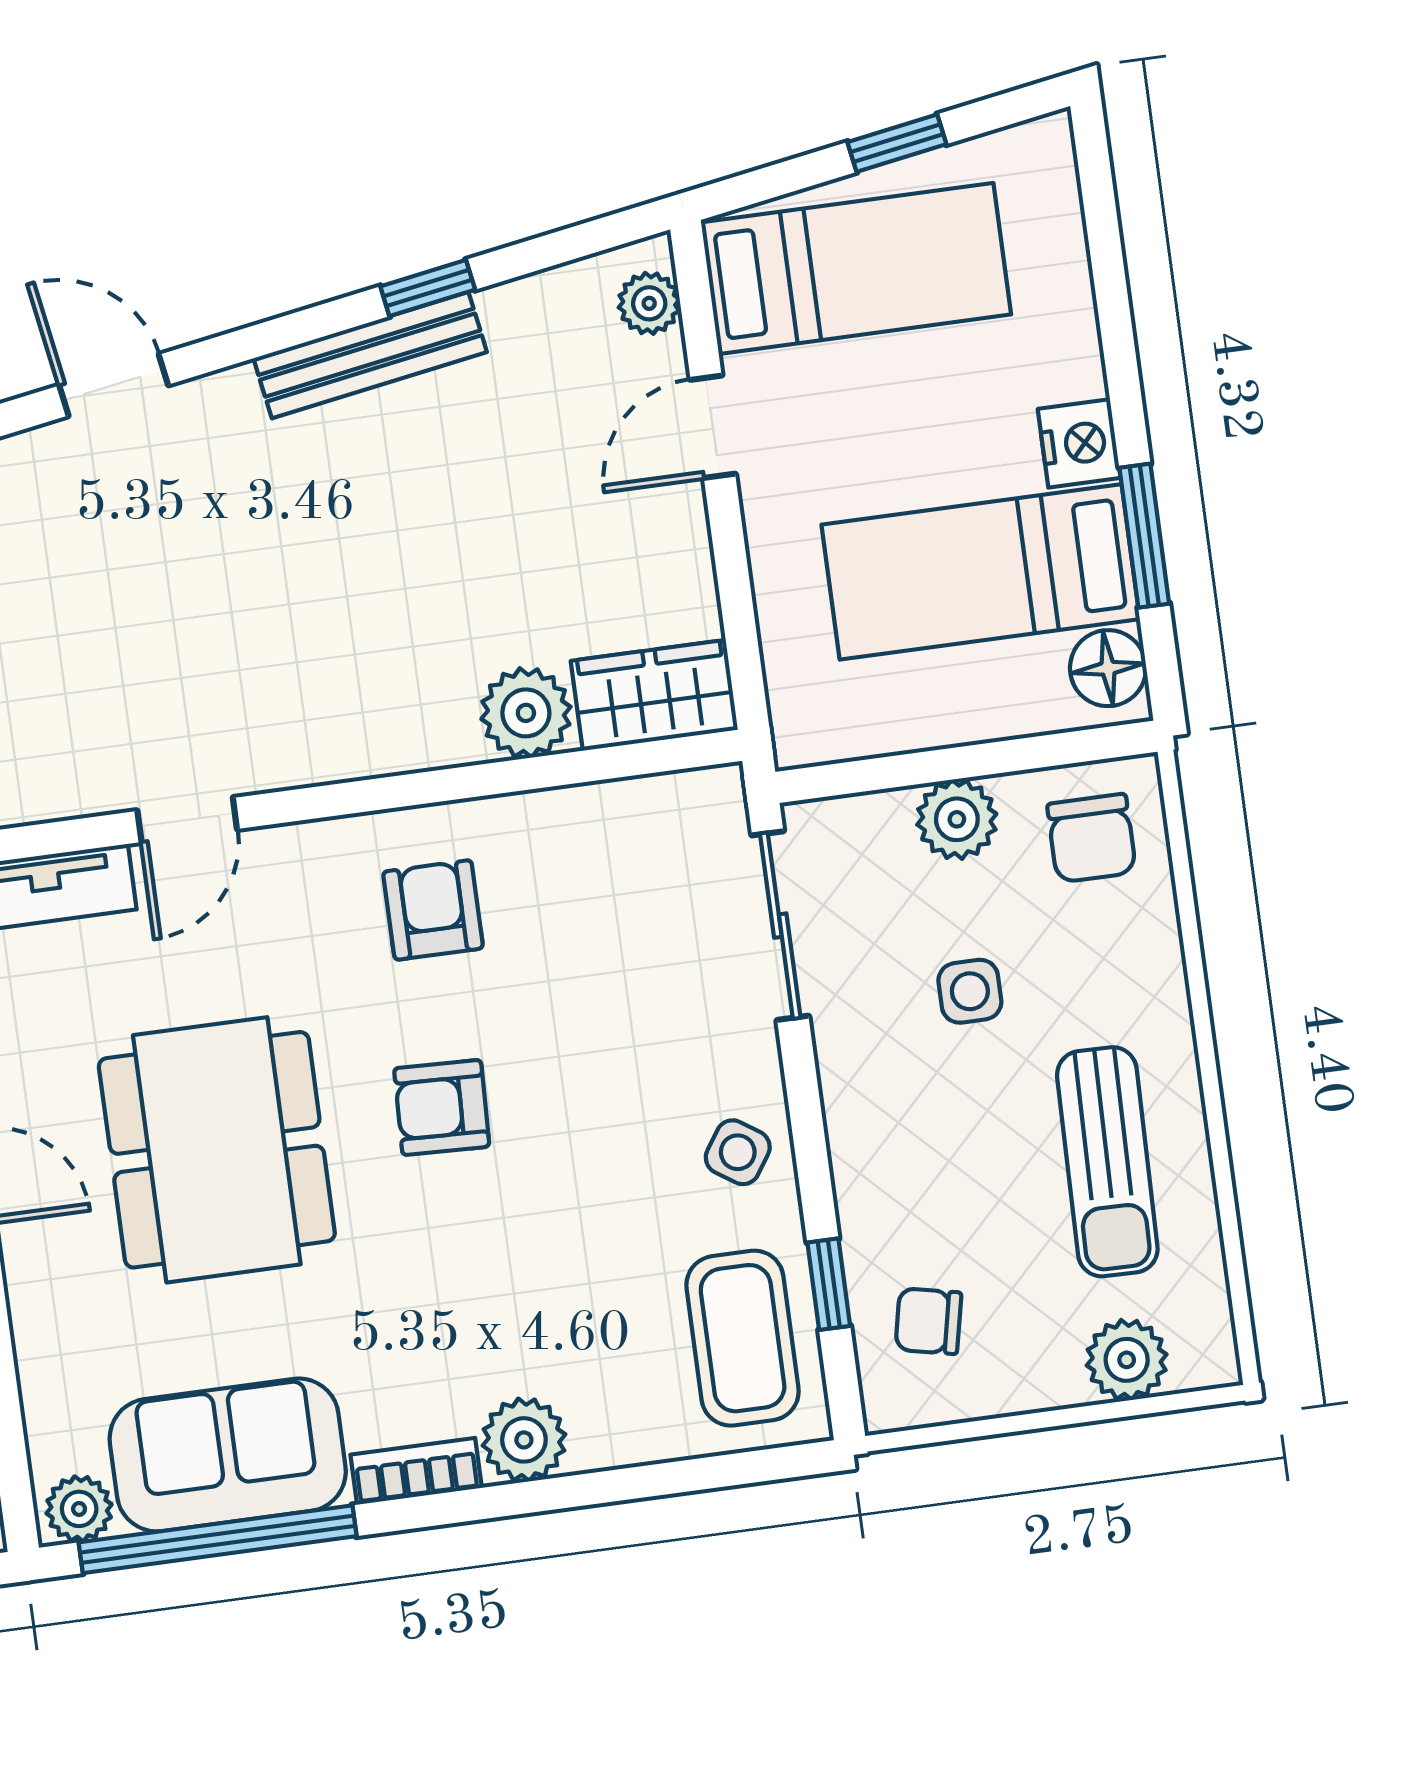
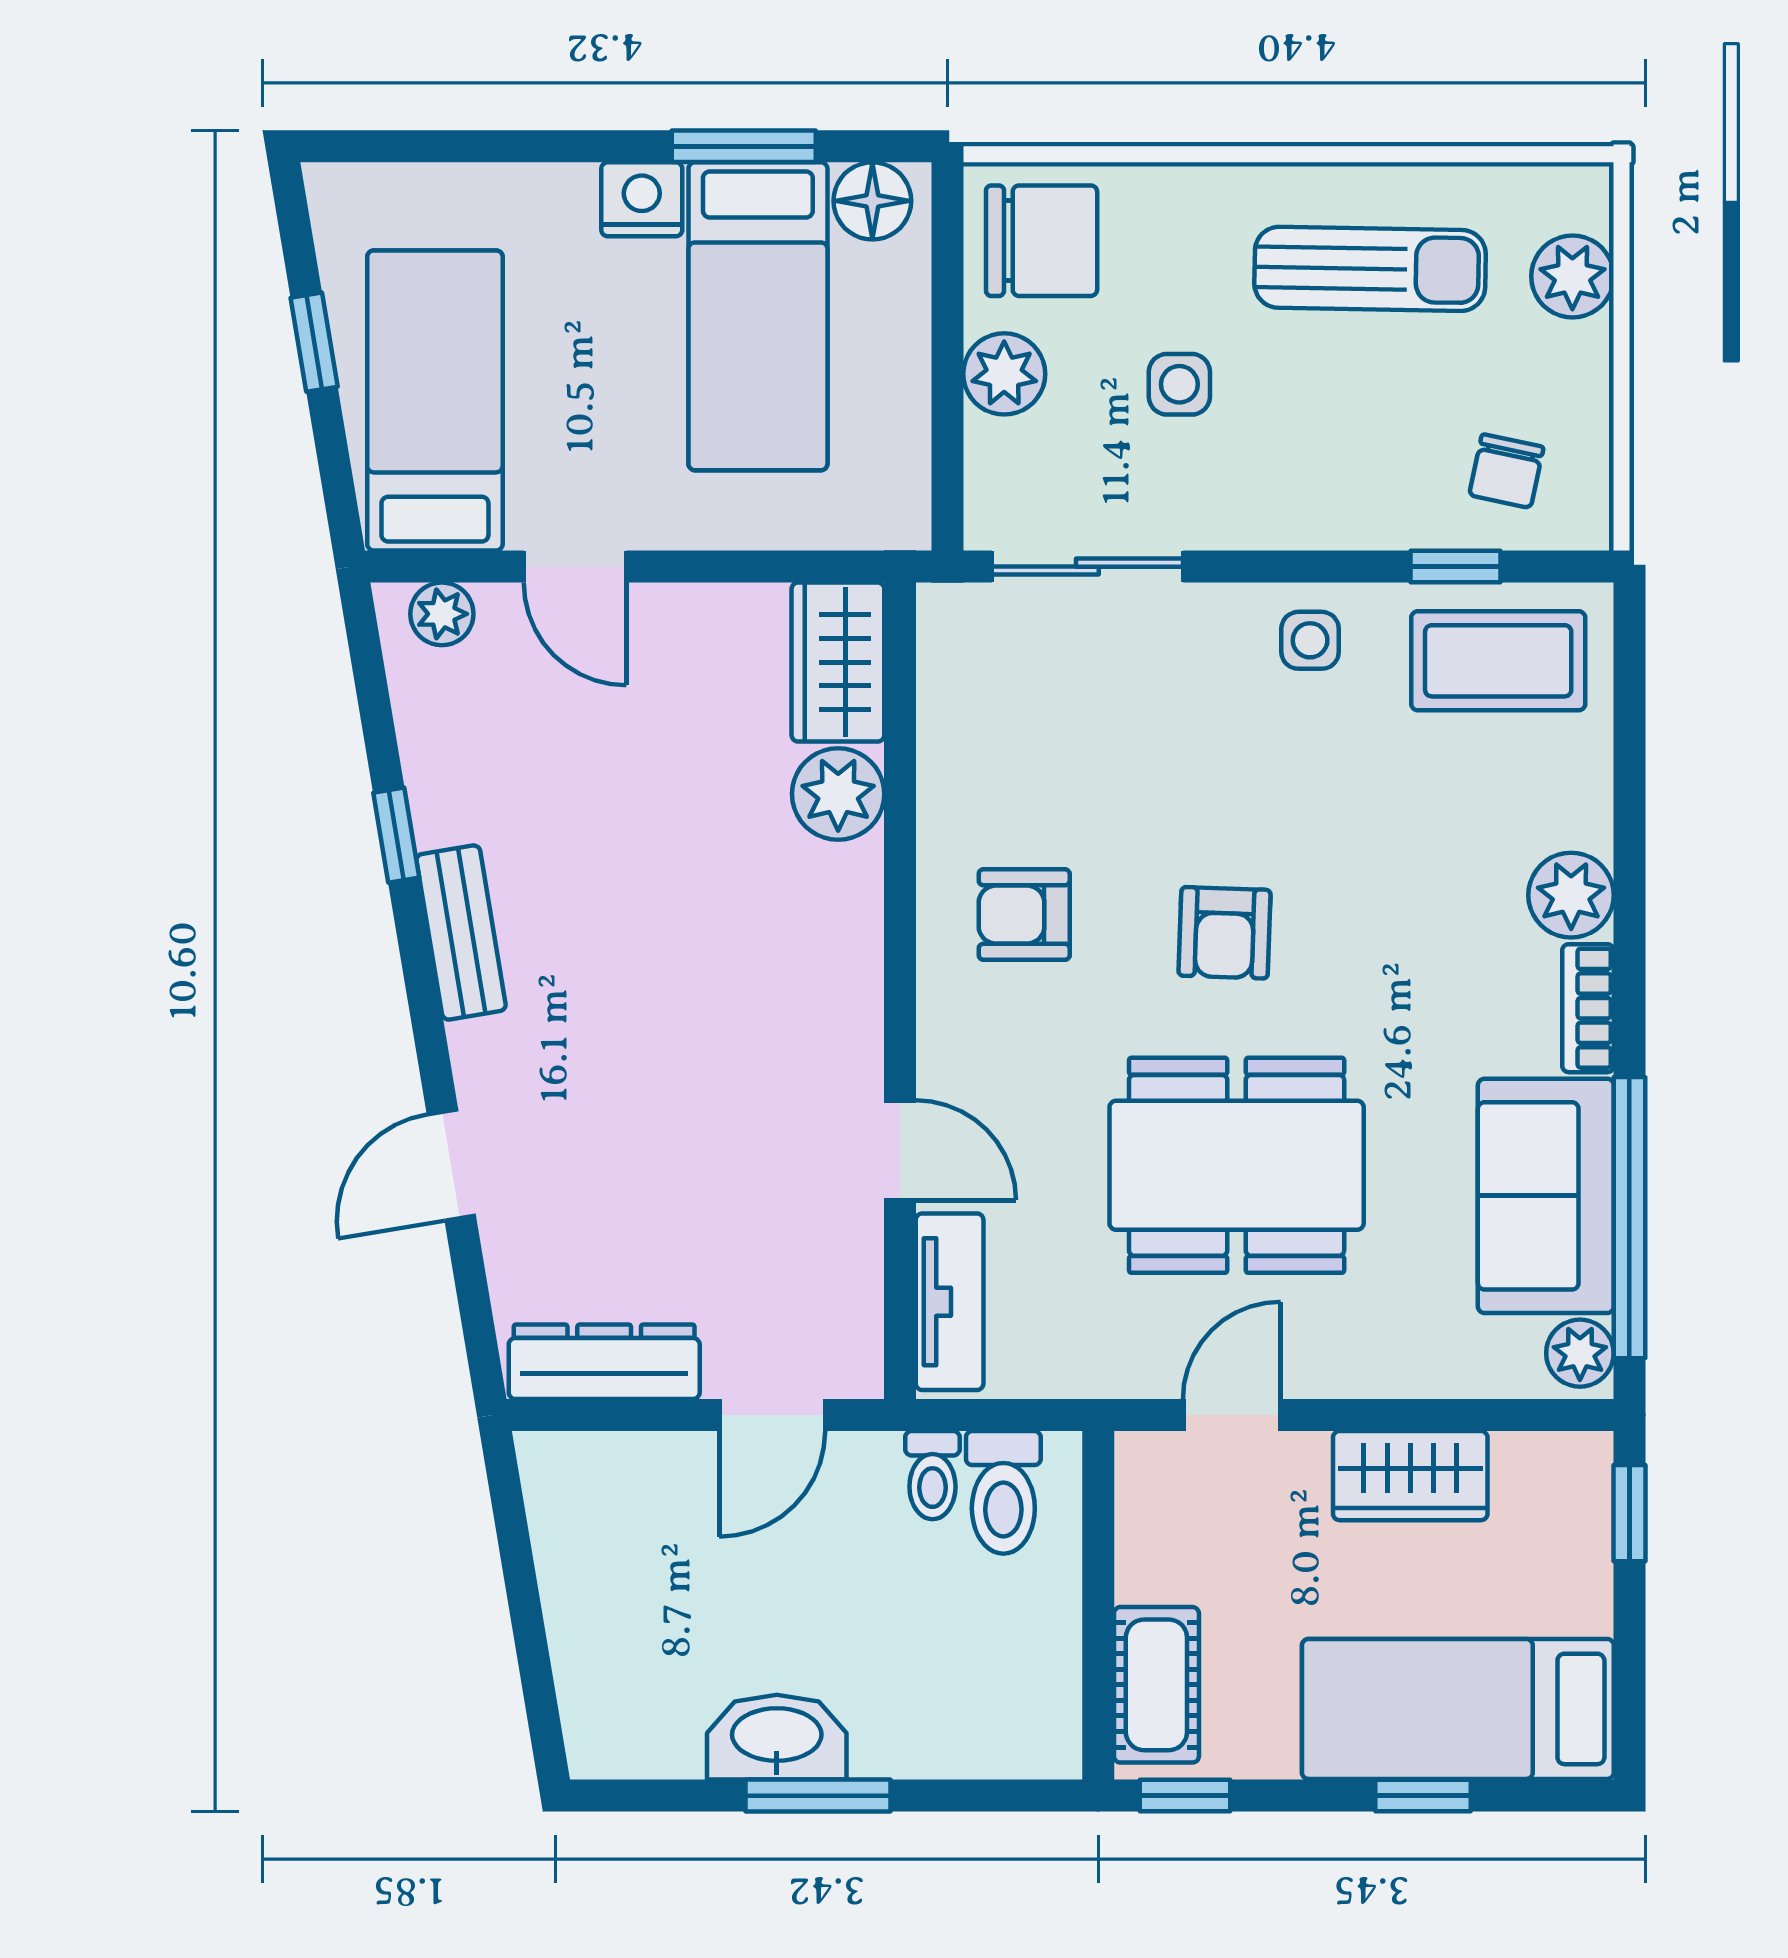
bench: (370, 355) -> (461, 932), width x0.73
chair: (1092, 838) -> (1042, 241), width x1.37, depth x1.37
side table: (738, 1152) -> (1310, 640), turned -34

